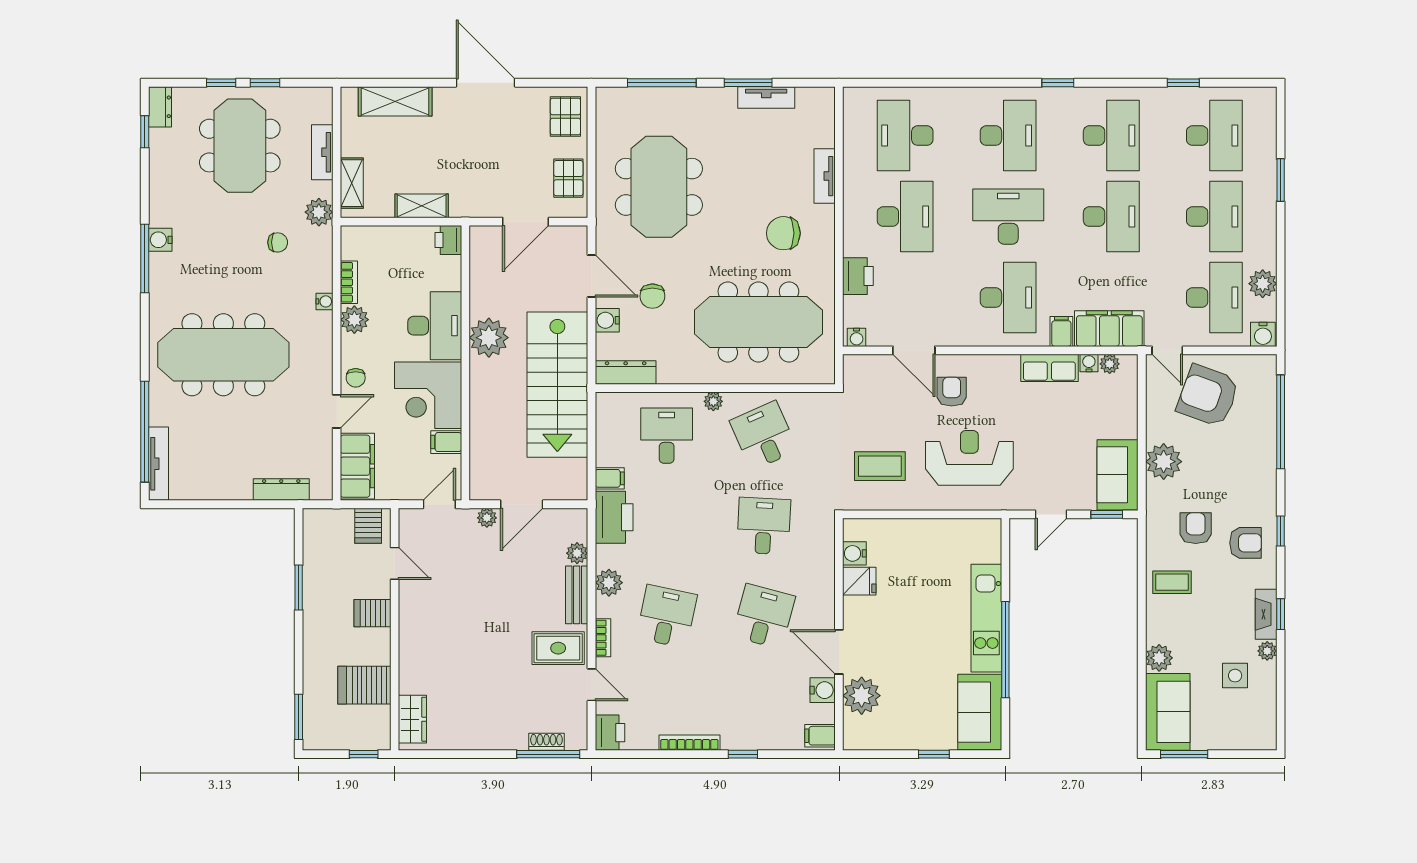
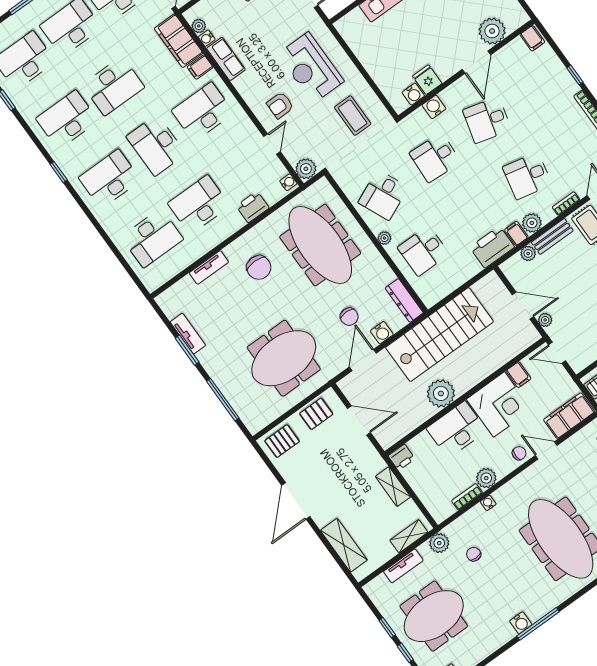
desk: (1111, 217) -> (113, 86), turned 180
chair: (652, 296) -> (349, 317), turned 90
door: (914, 350) -> (272, 144), width x0.73
plant: (858, 369) -> (306, 169), added
filing cabinet: (610, 478) -> (516, 233), moved
water cooler: (823, 690) -> (434, 107), moved

